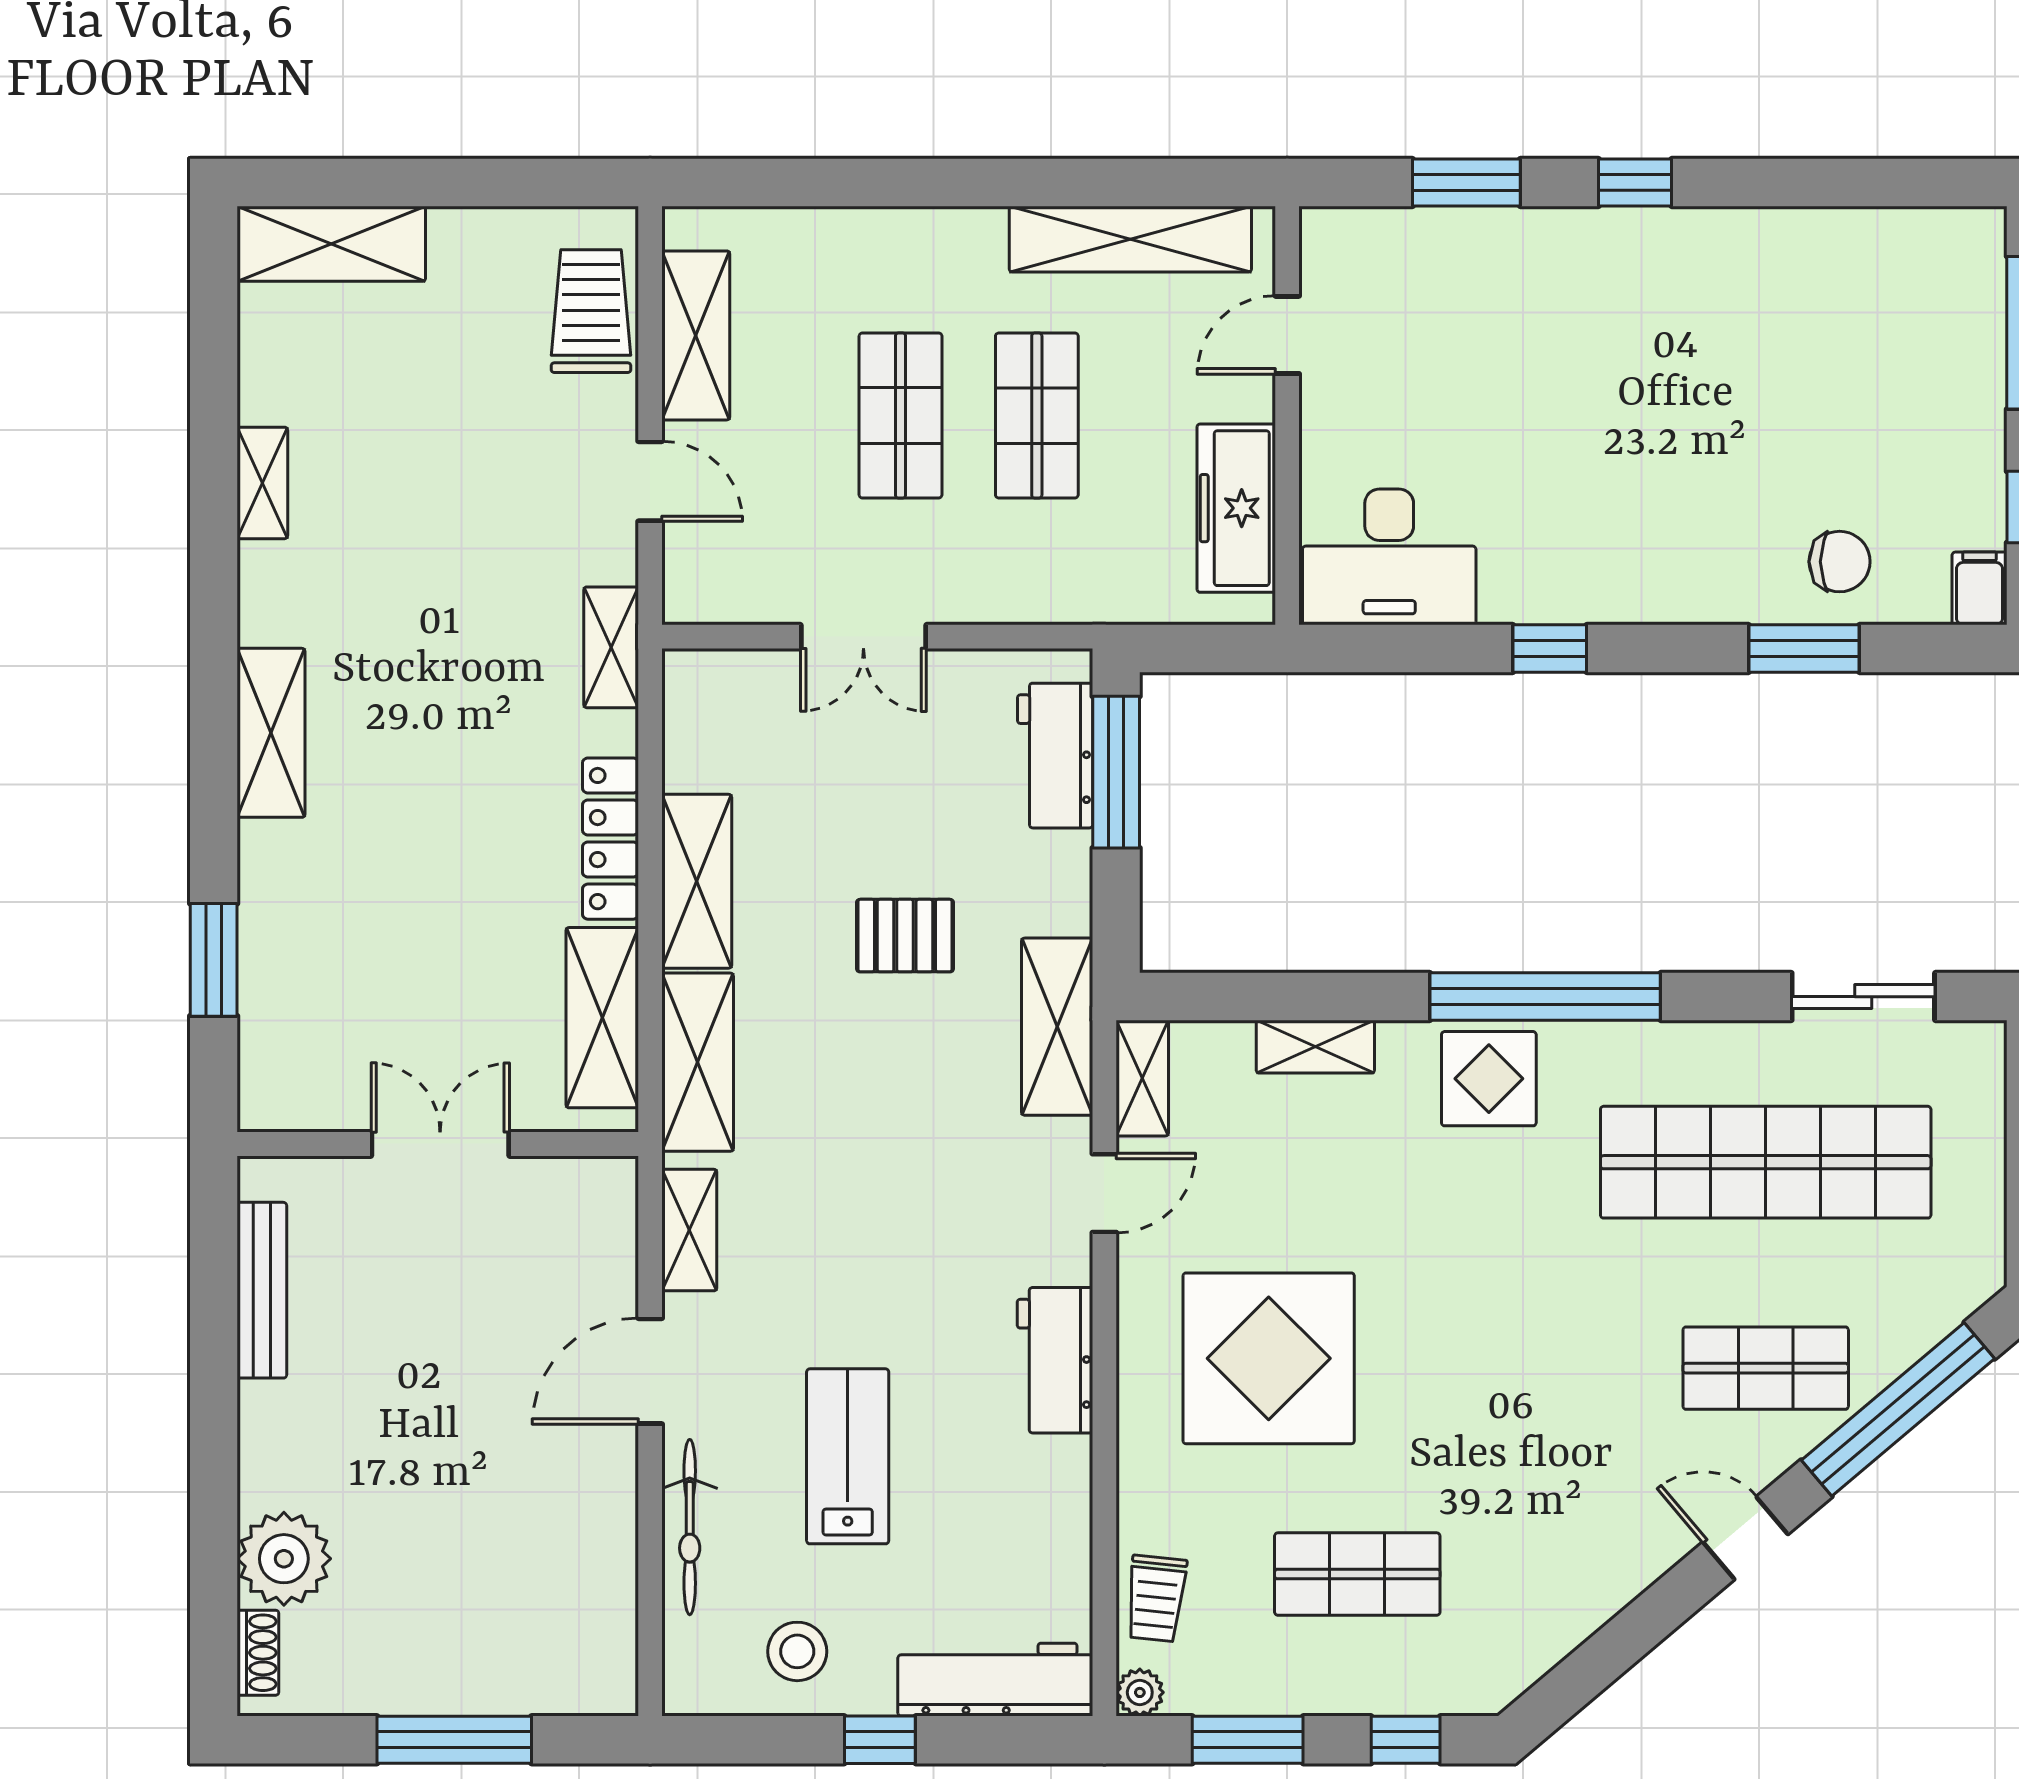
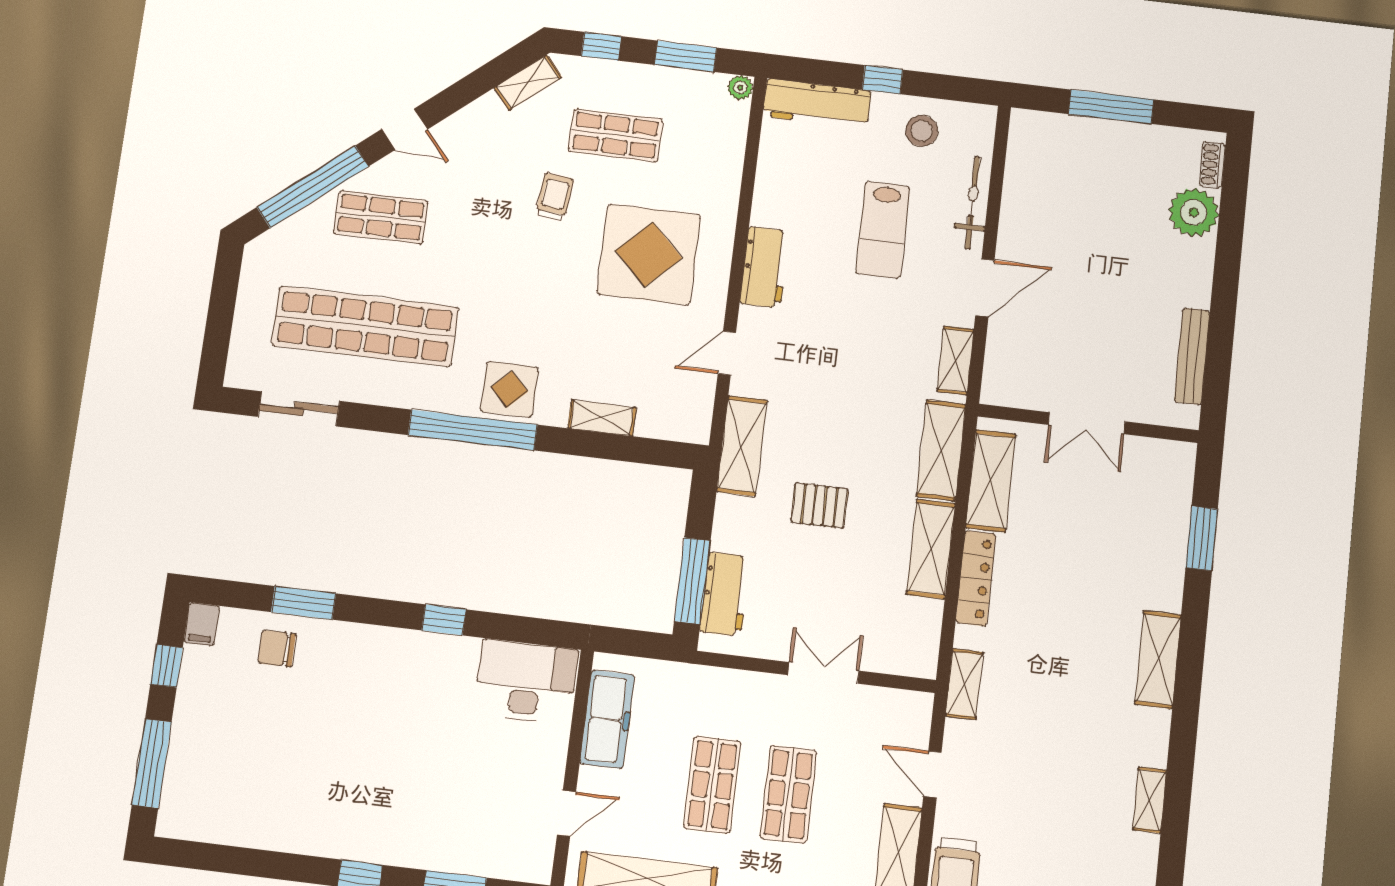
shelving: (1142, 1078) -> (528, 83), moved, turned 50
trolley: (1156, 1599) -> (554, 197), moved

